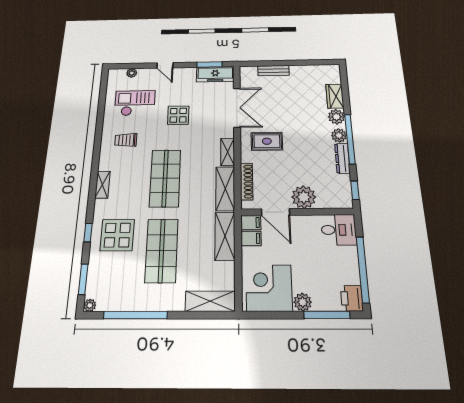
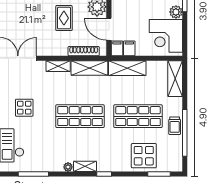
window: (99, 126) -> (33, 174), added
trolley: (126, 140) -> (175, 126), moved
rug: (267, 141) -> (64, 18), moved
door: (275, 212) -> (109, 29), swing flipped
window: (88, 233) -> (104, 174), moved
display table: (117, 235) -> (144, 156), moved
plant: (90, 305) -> (68, 167), moved

